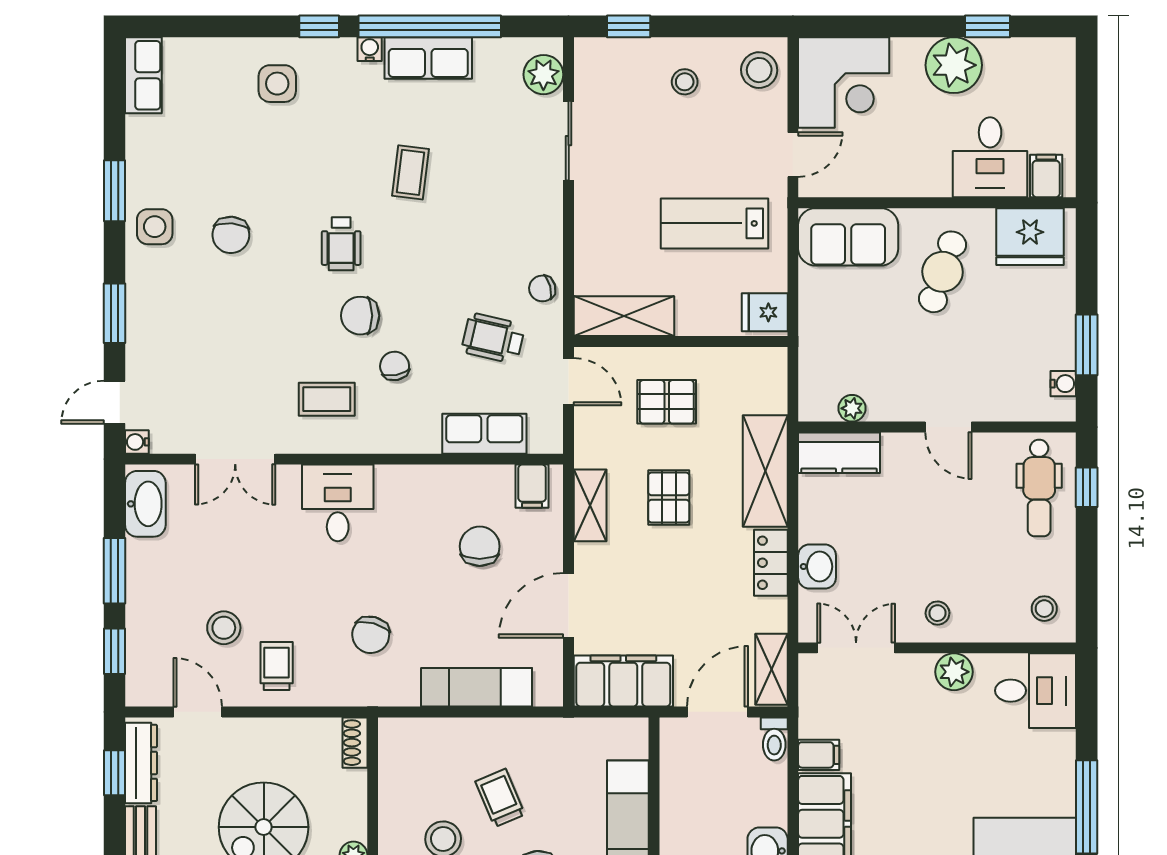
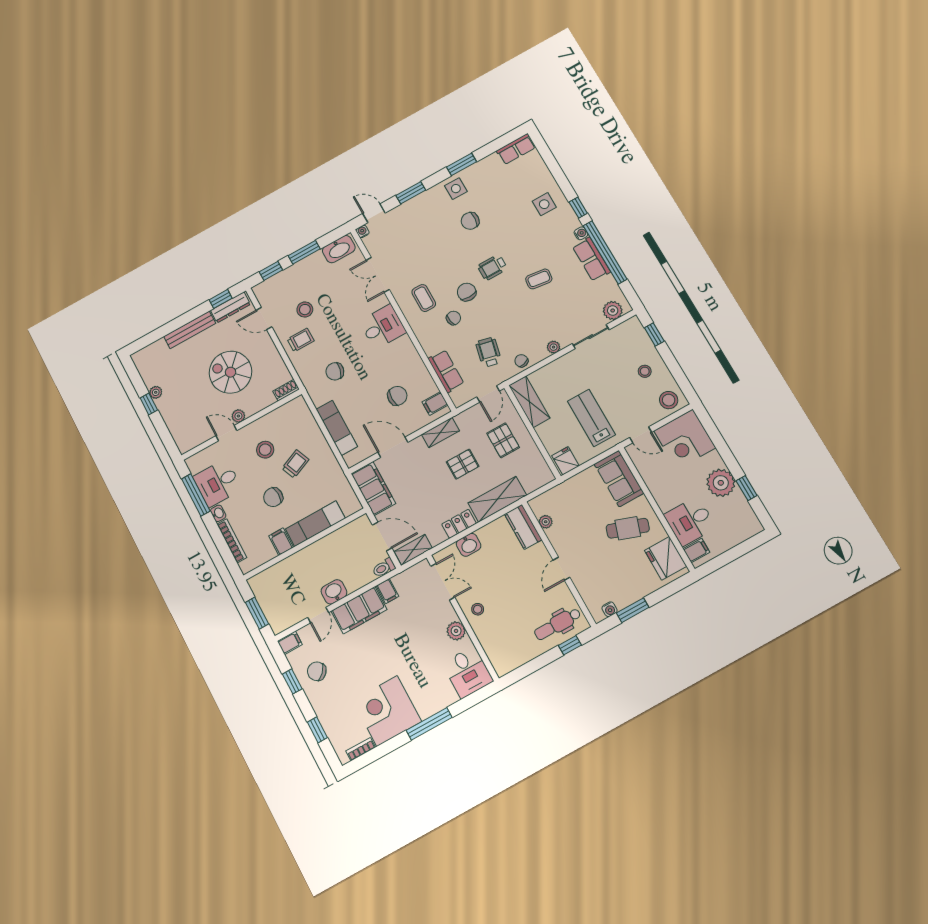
plant: (550, 217) -> (554, 347), added
stool: (1044, 609) -> (506, 656), removed
door: (198, 712) -> (264, 319), swing flipped

